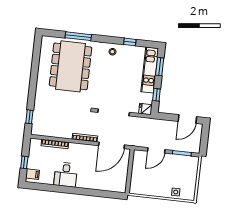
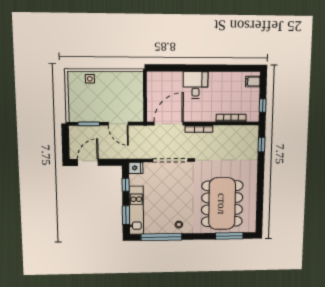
window: (78, 36) -> (229, 236), moved
window: (130, 42) -> (161, 237), width x3.17
door: (156, 150) -> (118, 124), swing flipped
window: (24, 162) -> (263, 106), moved
desk: (66, 175) -> (196, 85), moved

